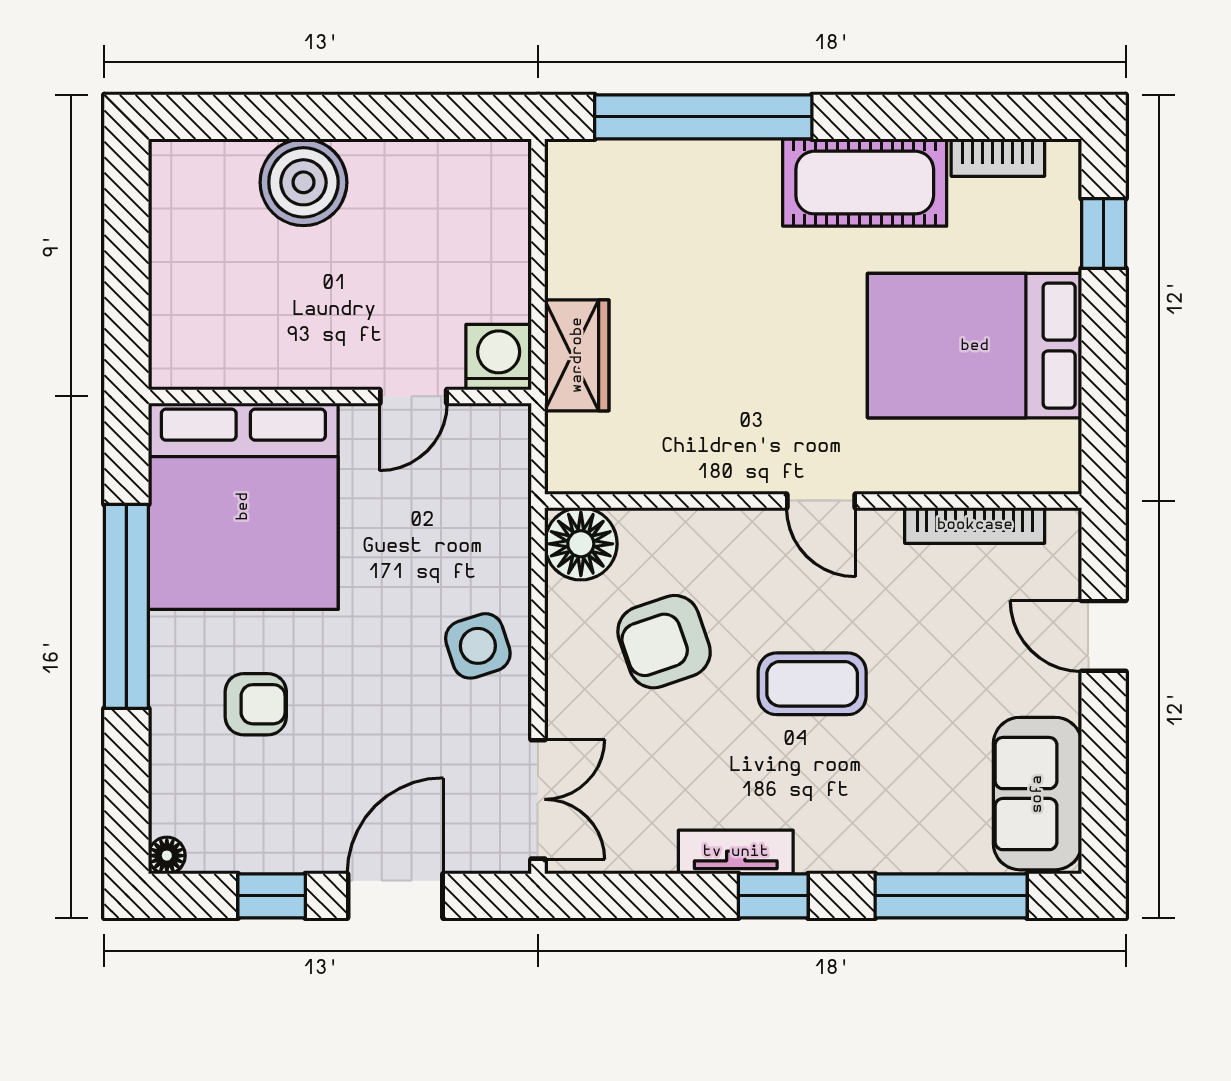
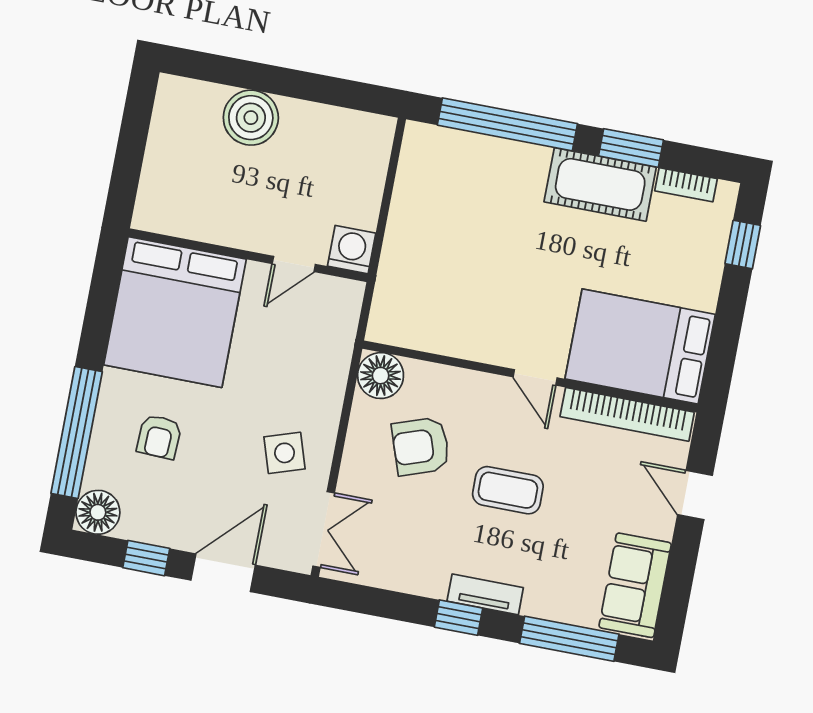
window: (902, 117) -> (631, 148), added
bed: (975, 346) -> (640, 347), moved
wardrobe: (577, 355) -> (400, 258), removed
bookcase: (975, 525) -> (627, 414), width x1.48, depth x1.31
window: (126, 606) -> (77, 432), moved
side table: (478, 646) -> (285, 453), moved
armchair: (256, 704) -> (159, 437), turned 92
tv unit: (736, 852) -> (485, 594), moved
floor lamp: (167, 856) -> (98, 512), width x1.89, depth x1.89

